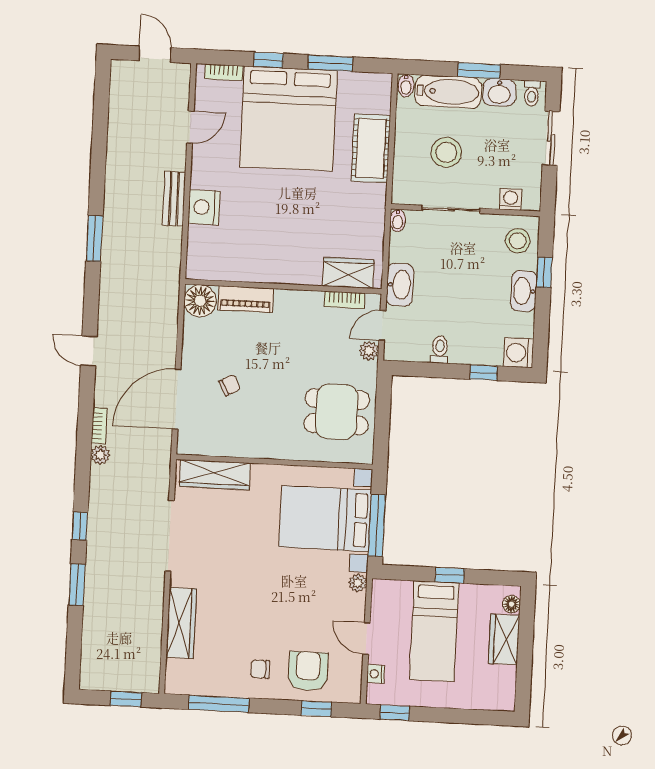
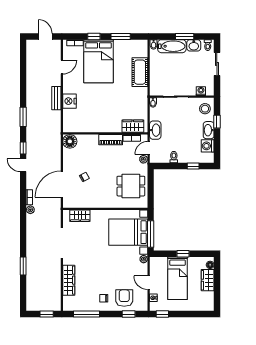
bed: (289, 119) -> (99, 61), width x0.73
stool: (446, 152) -> (172, 72), removed
piano: (246, 299) -> (111, 140), moved
washing machine: (518, 353) -> (208, 146), moved
wardrobe: (215, 475) -> (80, 216), width x0.67
window: (80, 526) -> (23, 148), moved

